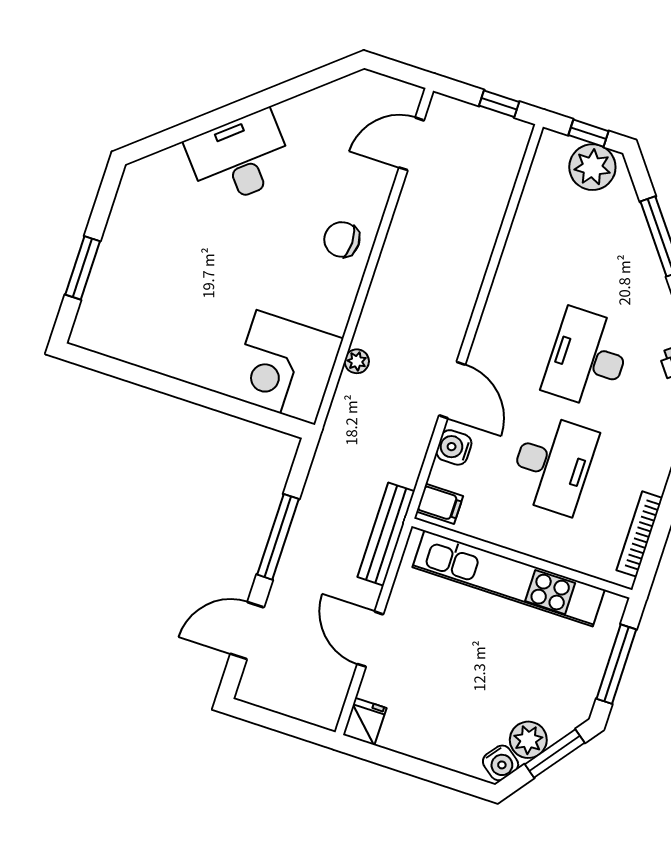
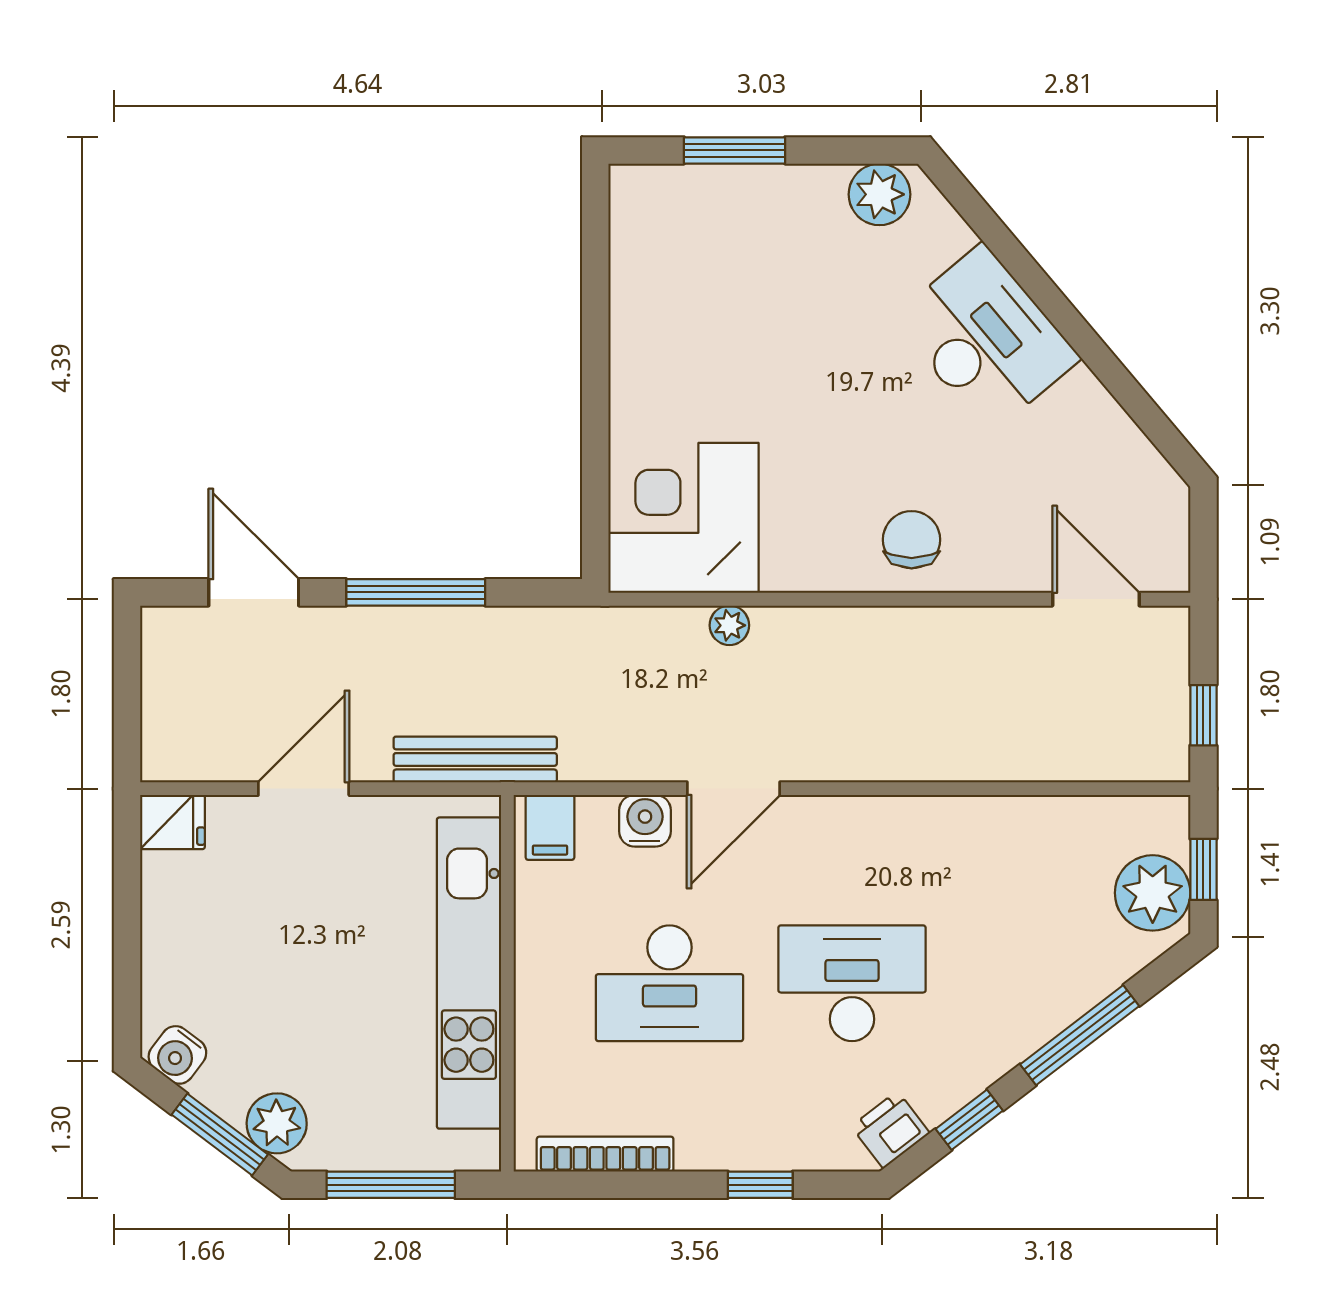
plant: (136, 192) -> (879, 194), added
plant: (528, 740) -> (277, 1123), moved

